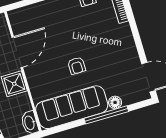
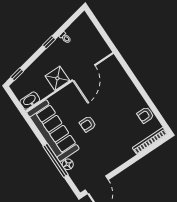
door: (17, 52) -> (84, 73), hinge flipped

